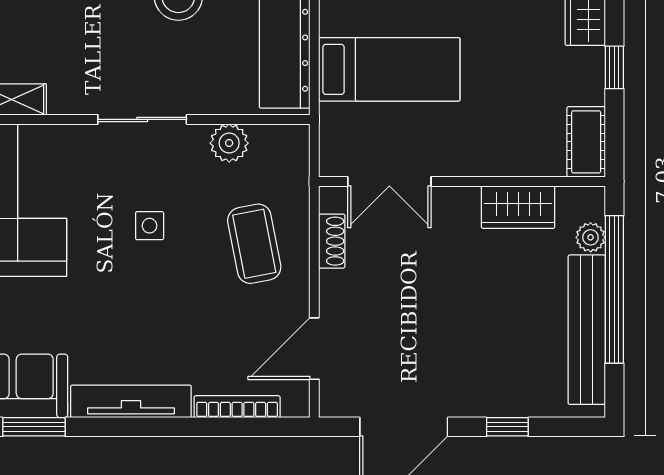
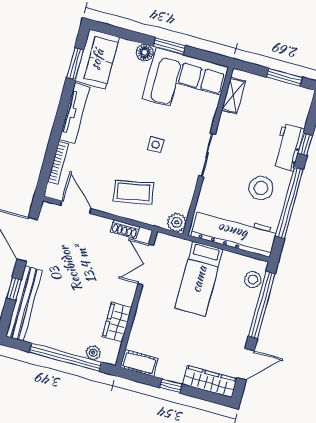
plant: (229, 143) -> (177, 222), moved
bench: (587, 330) -> (24, 303), moved, turned 90

